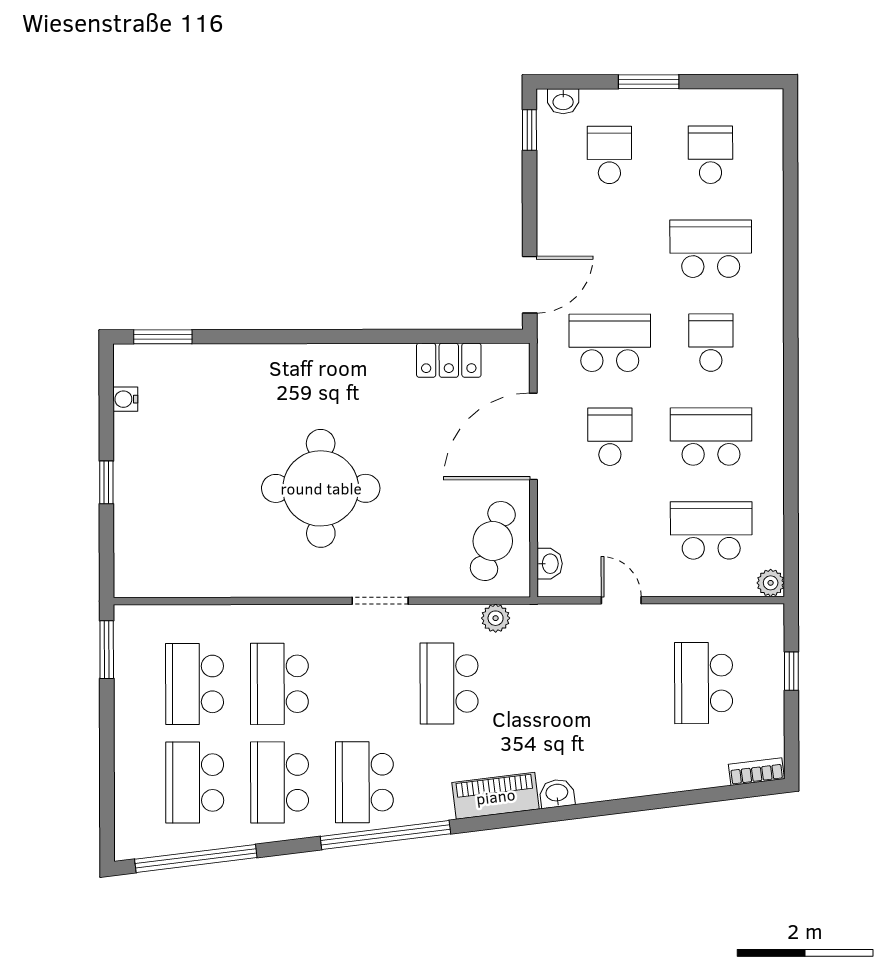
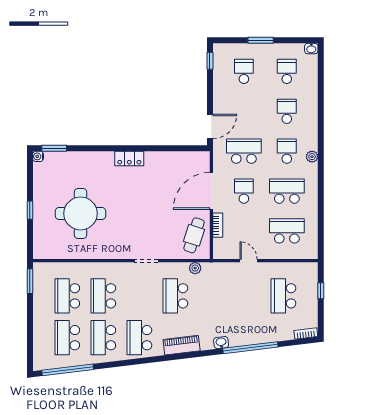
washbasin: (563, 101) -> (311, 49), moved
school desk: (711, 249) -> (287, 111), width x0.54
locker: (449, 360) -> (129, 158), moved
water cooler: (125, 399) -> (38, 156), moved
round table: (321, 488) -> (81, 213), moved
bookcase: (548, 517) -> (218, 225), added
washbasin: (549, 564) -> (218, 245), removed
plant: (771, 583) -> (312, 157), moved
piano: (496, 796) -> (182, 345), moved
window: (385, 835) -> (250, 348), moved

